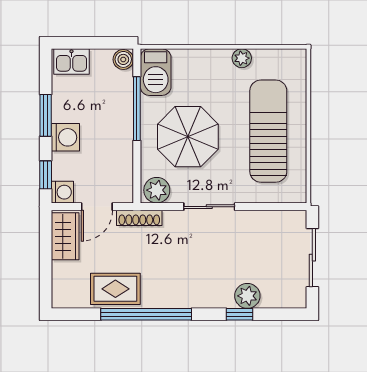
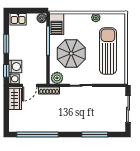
washing machine: (65, 137) -> (15, 67), moved
rug: (115, 289) -> (38, 123), removed
plant: (247, 296) -> (98, 126), removed
window: (146, 314) -> (38, 135), moved
window: (239, 314) -> (95, 135), width x2.17

